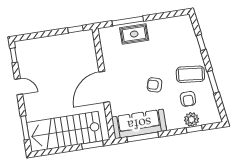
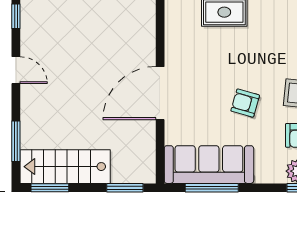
stairs: (65, 132) -> (65, 167), width x0.73, depth x0.66
window: (49, 152) -> (50, 188), added

